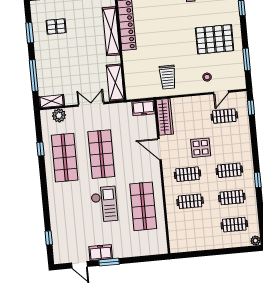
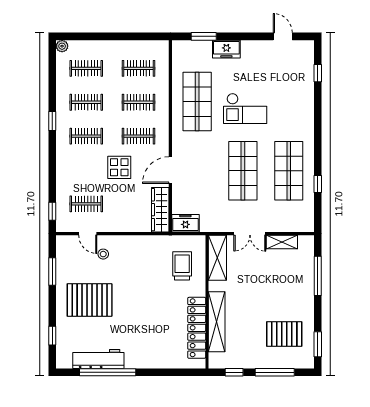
pallet: (56, 26) -> (284, 334), width x1.50, depth x1.42
window: (30, 33) -> (318, 344), moved
trolley: (168, 77) -> (182, 266), moved
door: (221, 92) -> (88, 234), swing flipped
shelving: (51, 101) -> (282, 242), moved
plant: (59, 115) -> (291, 224), removed
door: (160, 149) -> (170, 170), swing flipped
checkout: (104, 204) -> (245, 109), turned -90
clothes rail: (193, 228) -> (139, 68), added
freezer: (101, 253) -> (226, 49), moved
window: (109, 262) -> (204, 36), moved

